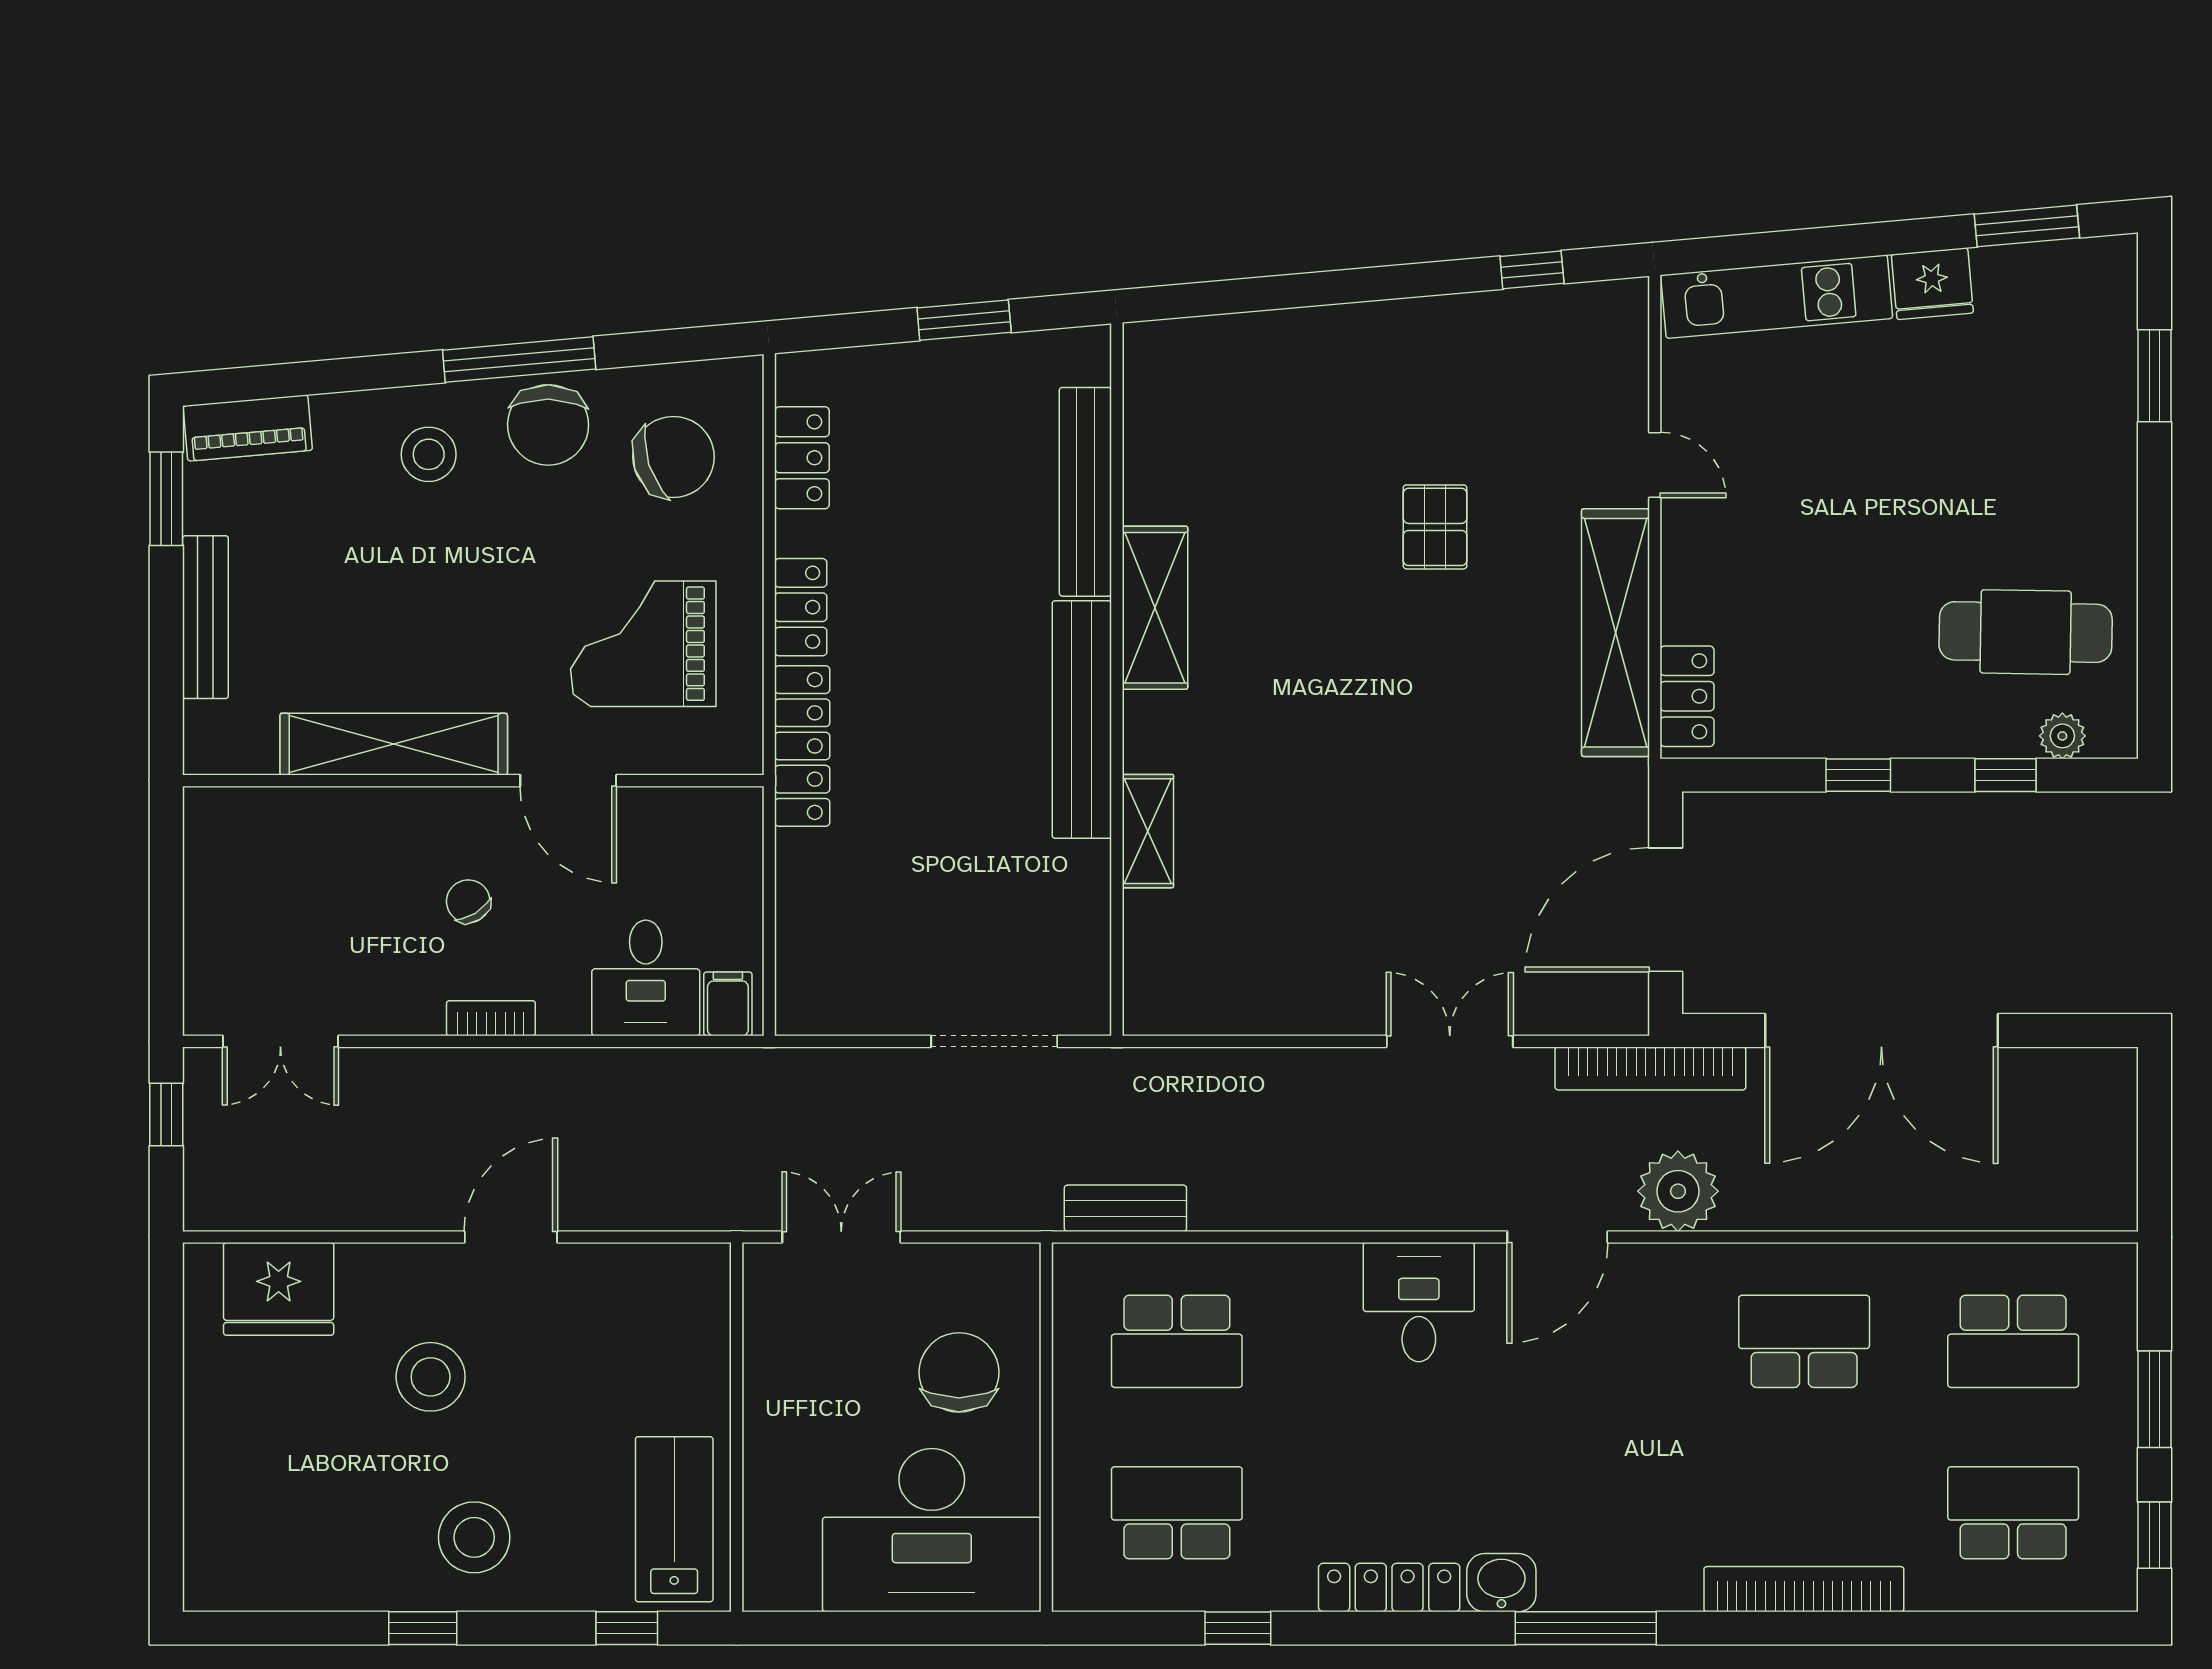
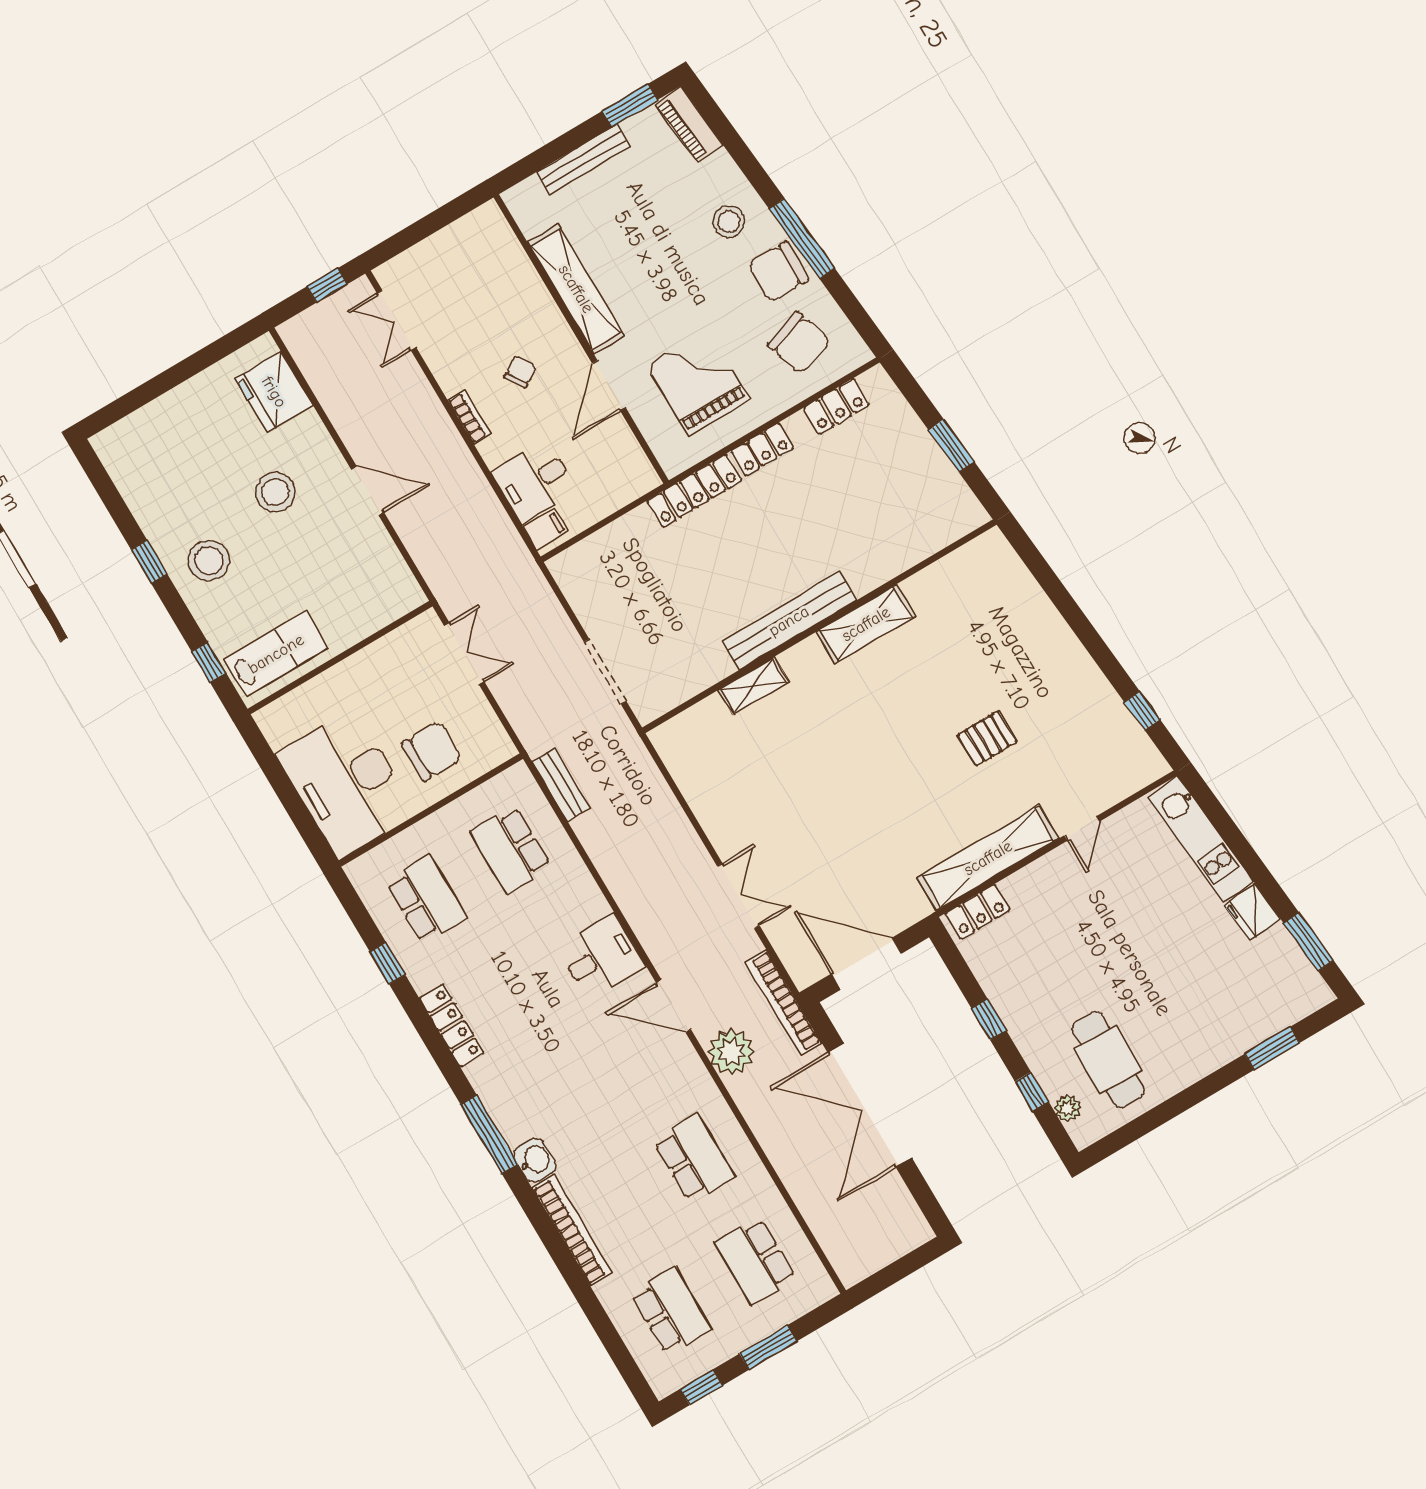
bench: (1085, 492) -> (902, 556), removed
washbasin: (1501, 1583) -> (535, 1160), moved

